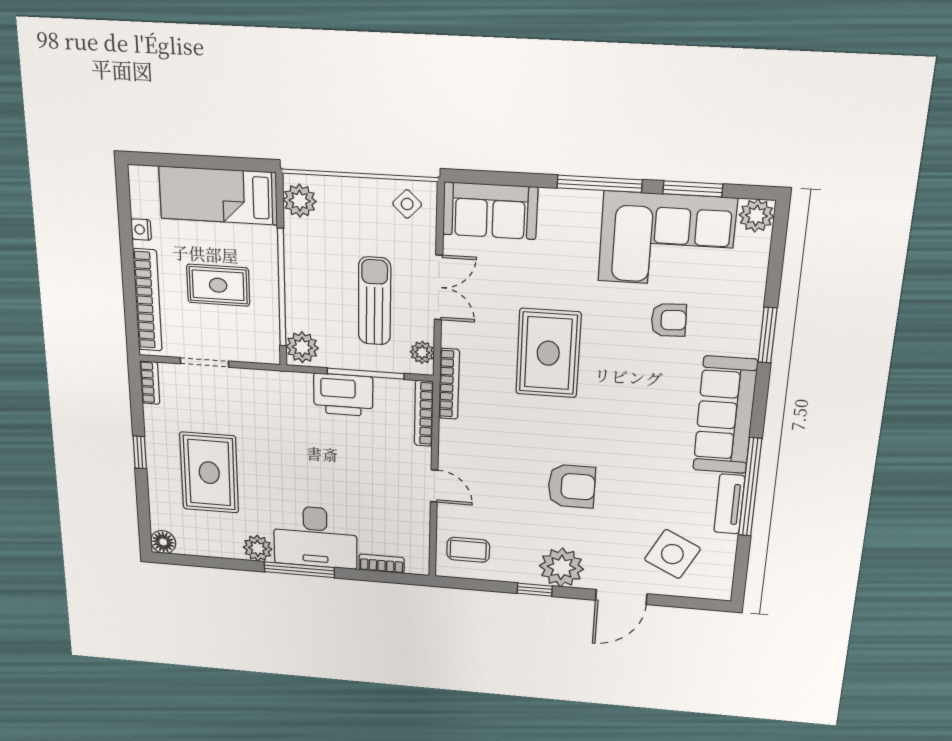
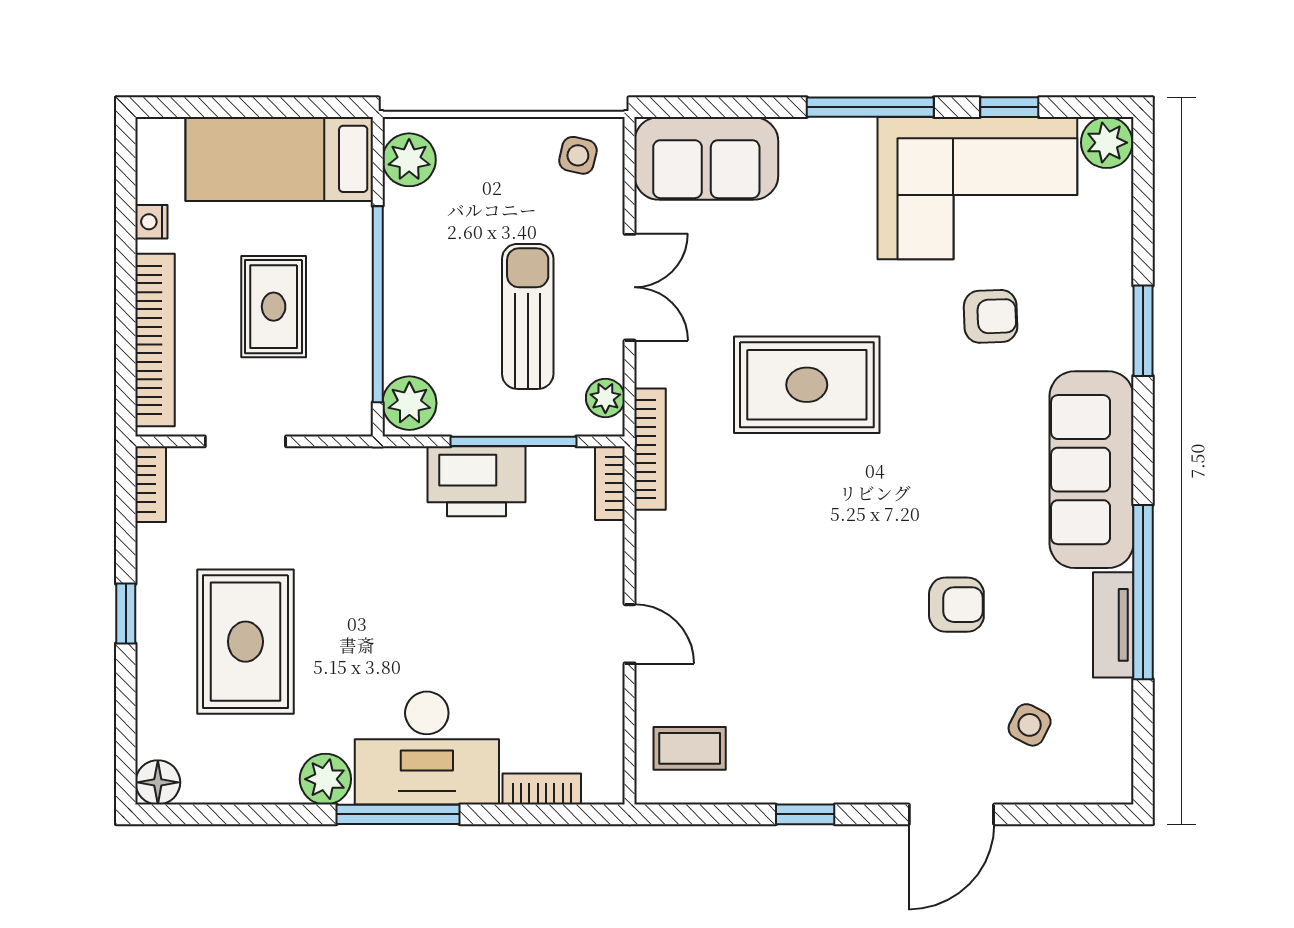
window: (693, 189) -> (1009, 107), width x0.67
side table: (407, 204) -> (578, 155), turned -31
rug: (218, 285) -> (274, 307), turned 90
rug: (548, 353) -> (807, 385), turned 90
bookcase: (424, 413) -> (610, 483), width x0.64
armchair: (572, 486) -> (956, 605), moved, width x0.72, depth x0.72
side table: (672, 554) -> (1030, 725), width x0.54, depth x0.54
plant: (561, 567) -> (848, 767), removed

